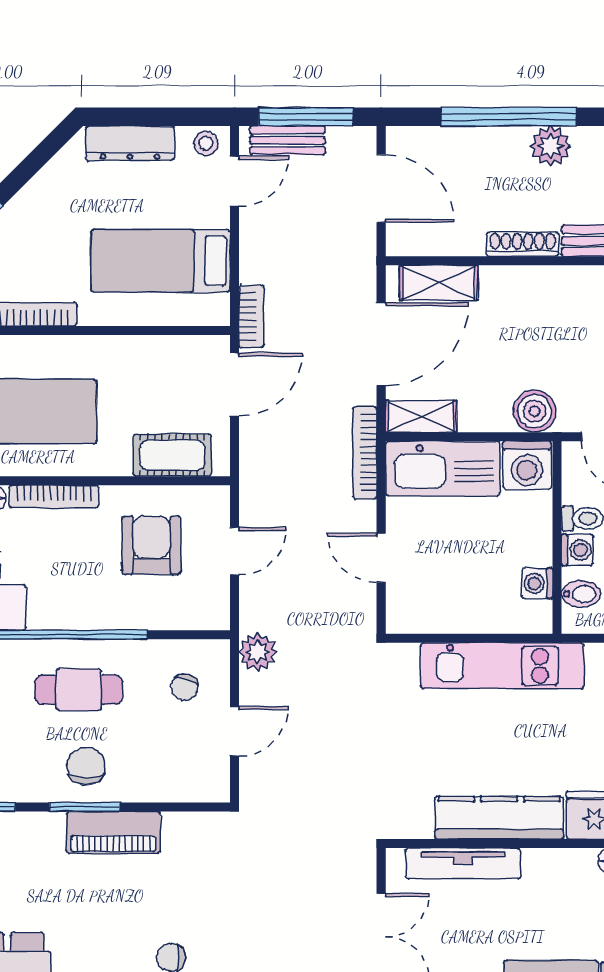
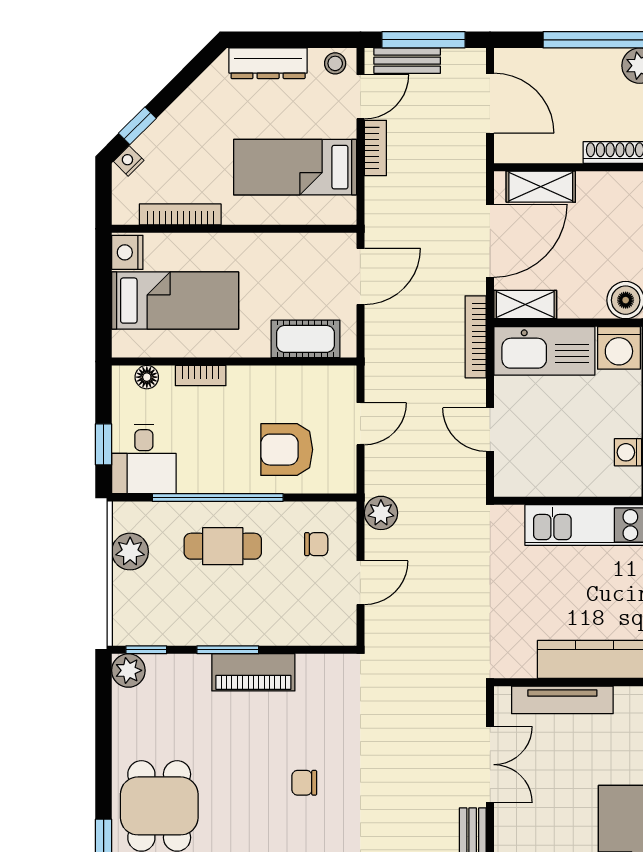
bookcase: (251, 316) -> (375, 148), moved
bookcase: (54, 497) -> (201, 376), width x0.64
armchair: (151, 545) -> (287, 450), moved, turned -90
chair: (184, 687) -> (316, 544), turned -108
chair: (86, 766) -> (229, 614), removed

